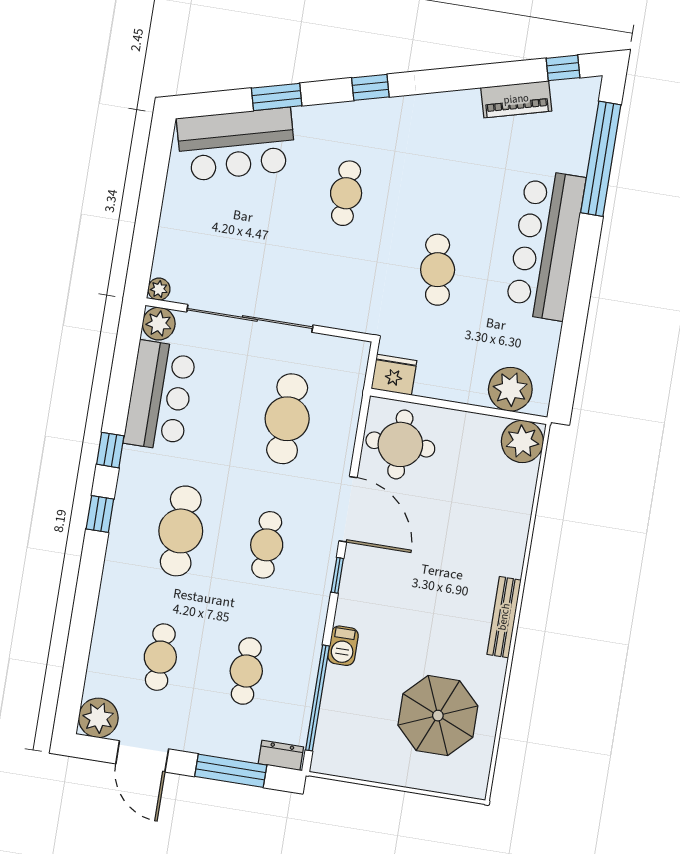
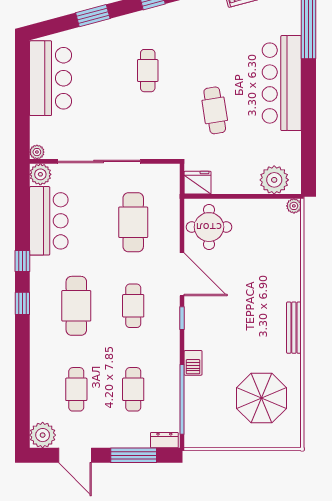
bar counter: (236, 144) -> (51, 78), moved, turned -75
plant: (522, 441) -> (294, 206), width x0.53, depth x0.53

